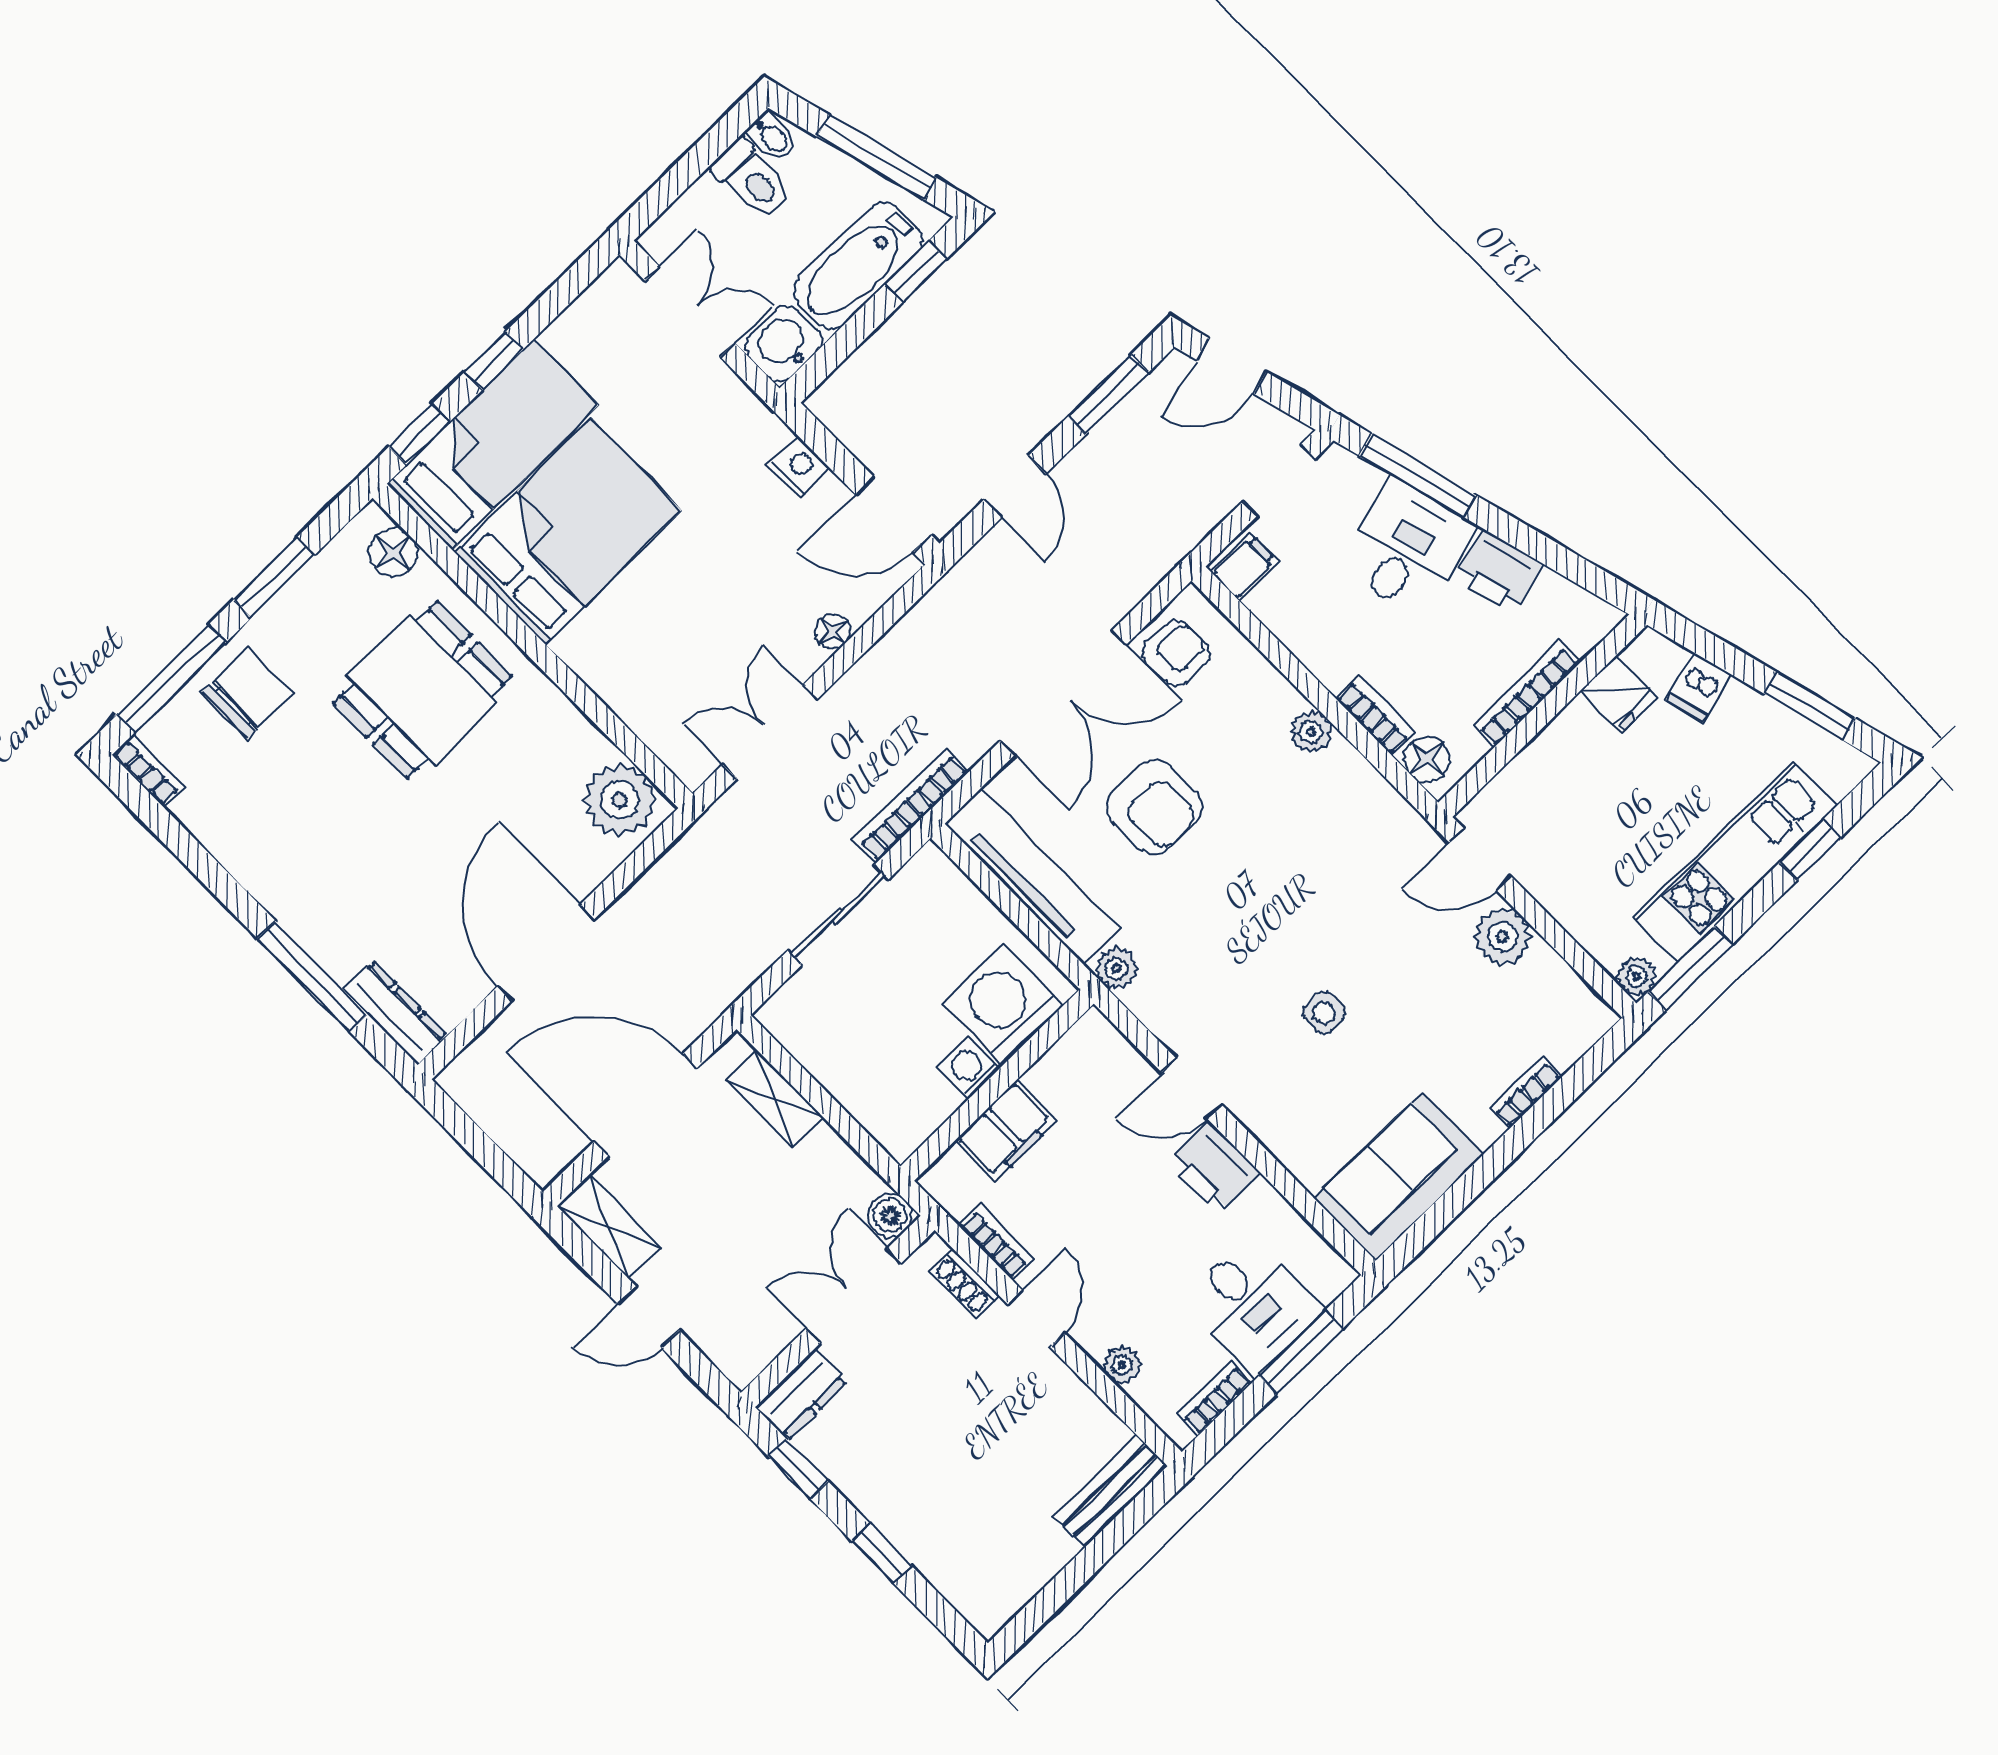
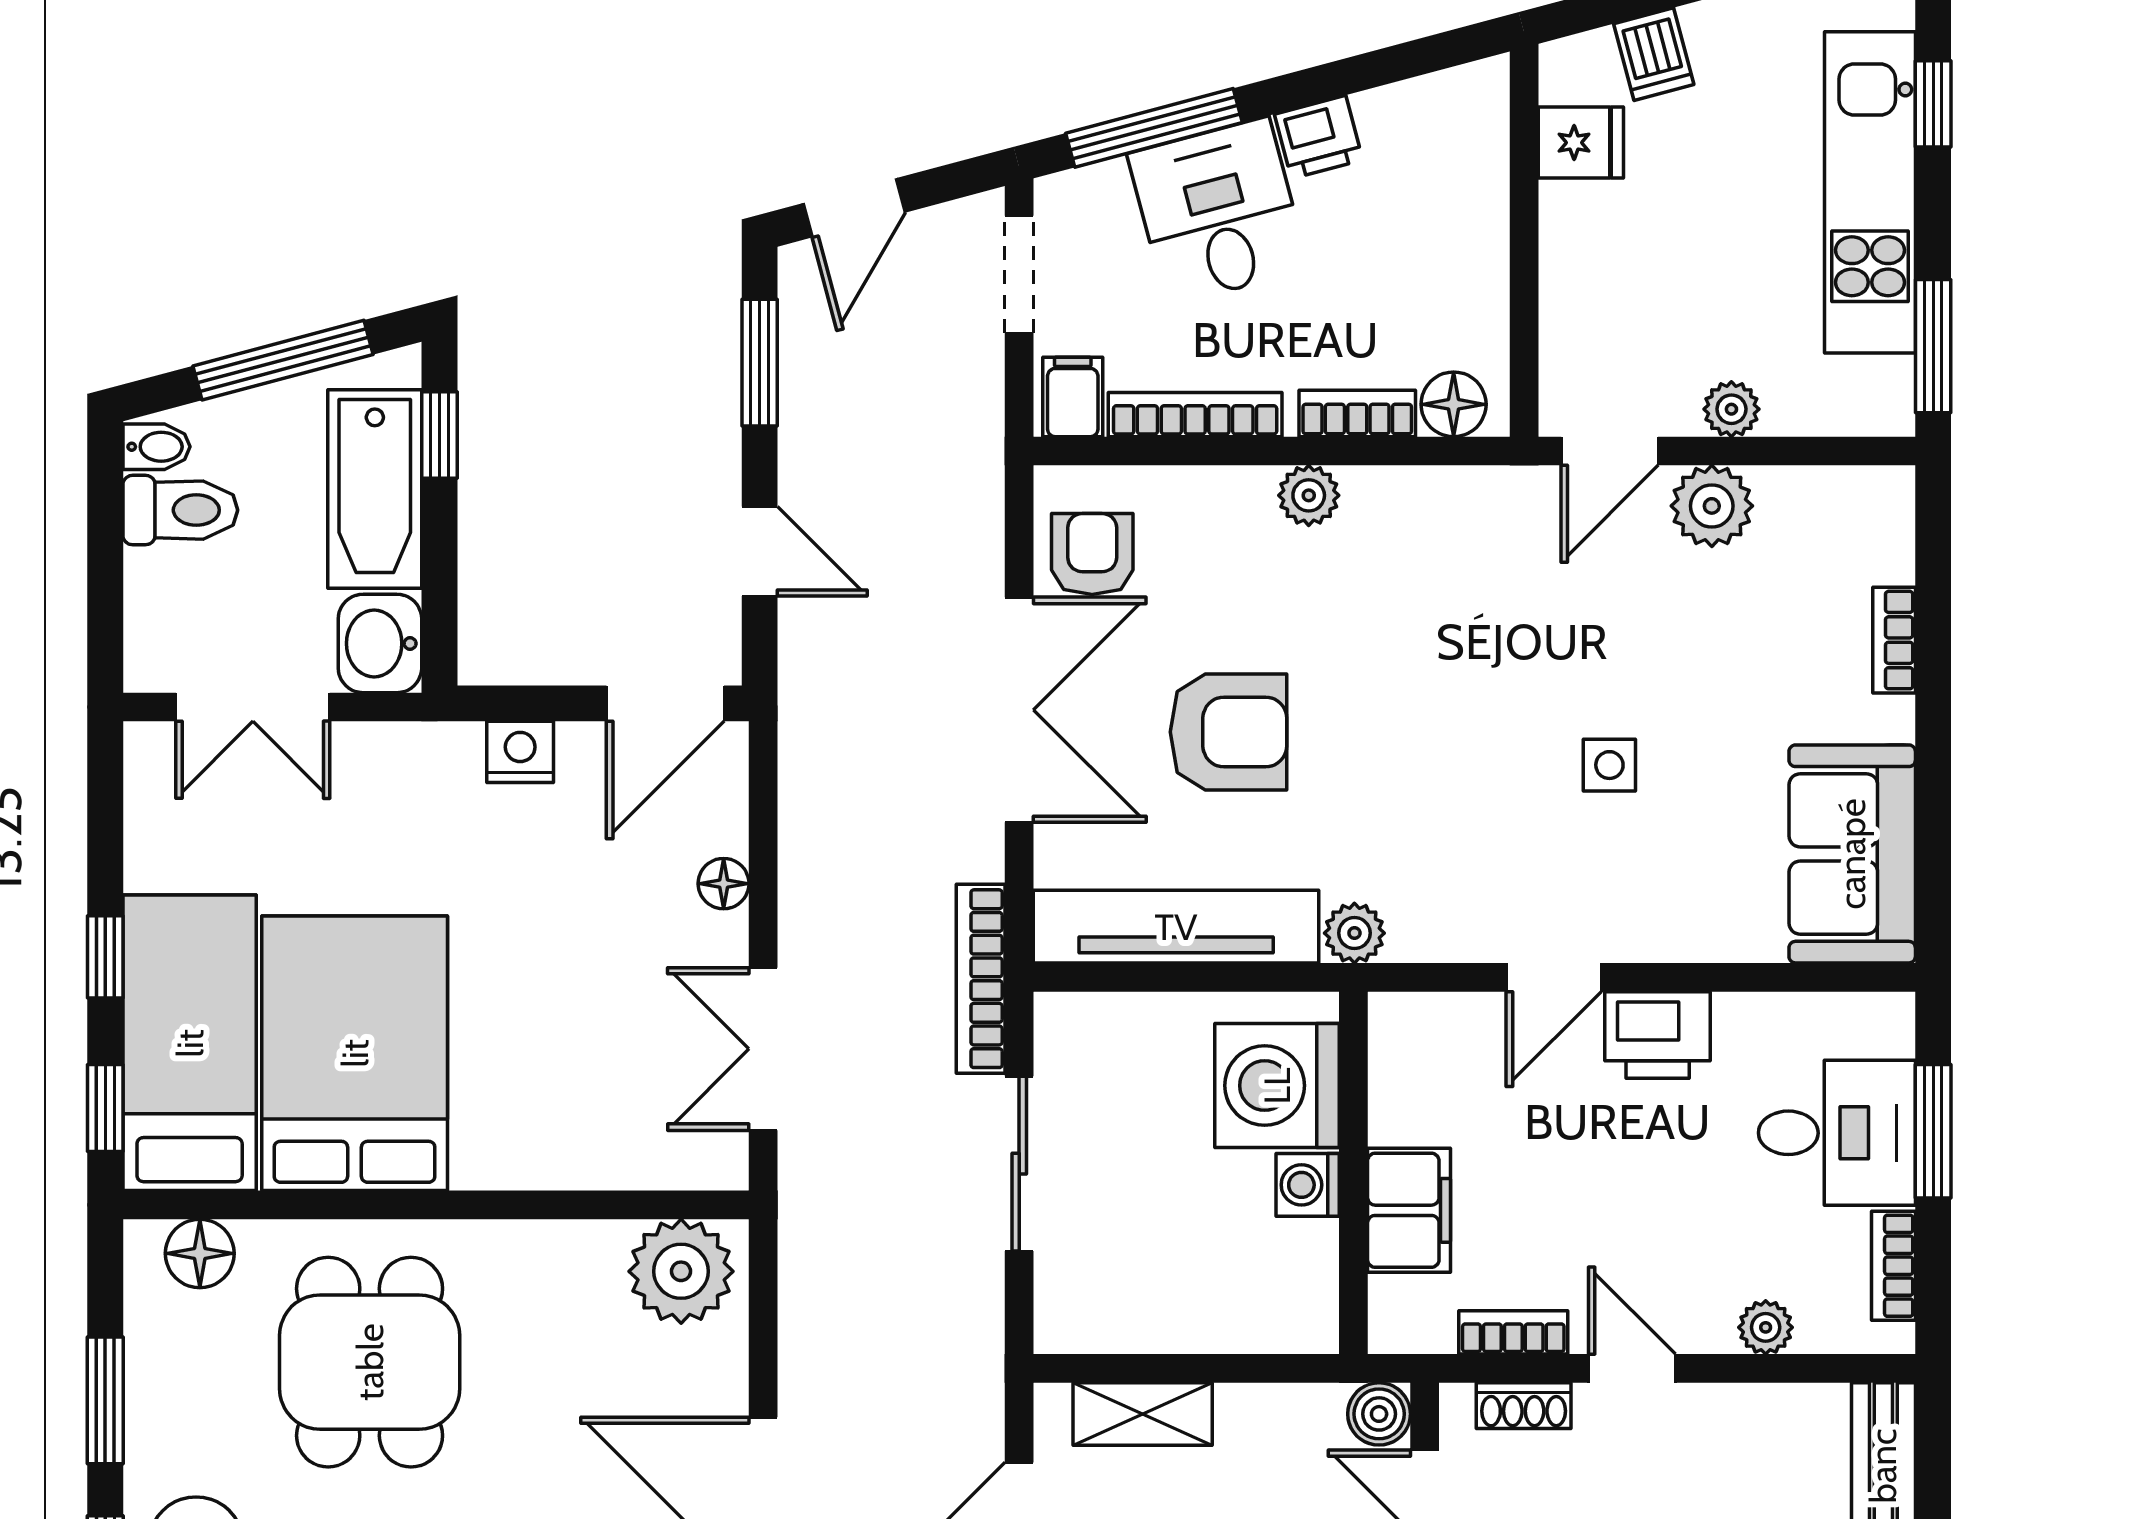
double door: (690, 312) -> (253, 707), swing flipped
printer: (1499, 571) -> (1319, 137), width x0.73, depth x0.81
bookcase: (1527, 694) -> (1195, 415), moved, turned 90
plant: (1637, 977) -> (1731, 409), moved

